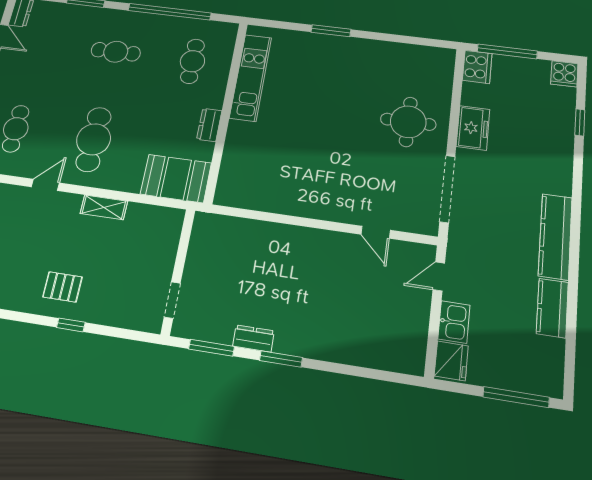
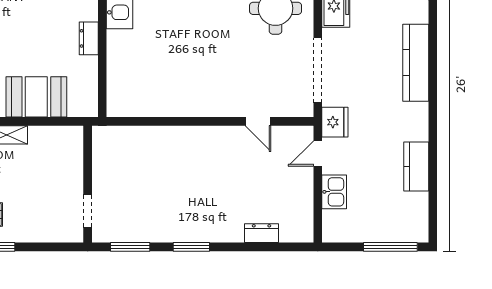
booth: (176, 178) -> (36, 97), moved
kitchen counter: (555, 236) -> (416, 63), moved
dresser: (254, 338) -> (262, 233), moved
fridge: (451, 361) -> (335, 122), moved

